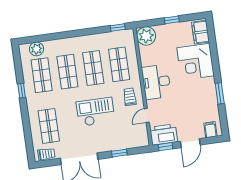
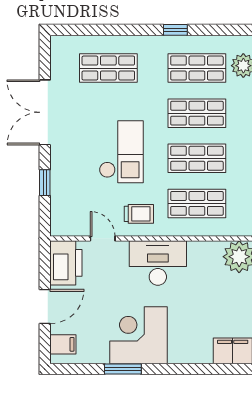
corner desk: (196, 62) -> (139, 335), moved
door: (190, 143) -> (45, 307), swing flipped
window: (165, 147) -> (45, 263), removed
trolley: (46, 154) -> (61, 57), removed

